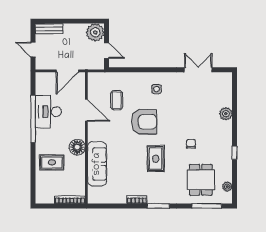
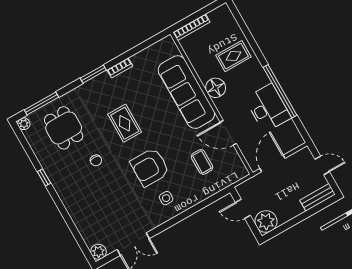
plant: (226, 114) -> (98, 252), moved
armchair: (144, 122) -> (150, 167), moved
sofa: (97, 164) -> (186, 92), width x1.36, depth x1.27
plant: (227, 187) -> (24, 124), moved

